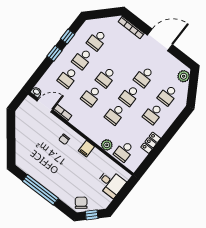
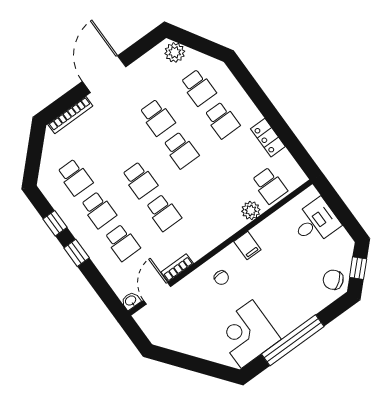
school desk: (115, 114) -> (205, 183), removed
corner desk: (36, 163) -> (247, 334), added

